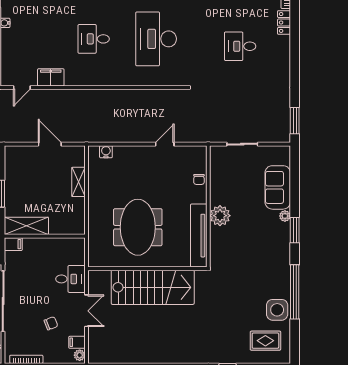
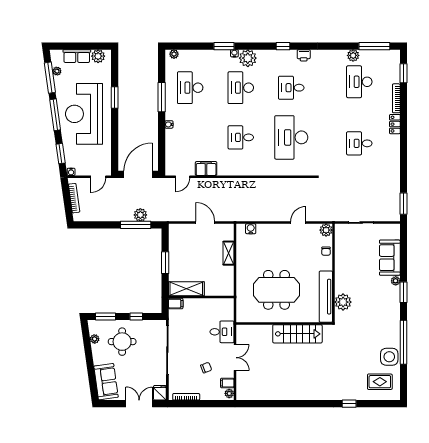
plant: (199, 153) -> (326, 230), added
plant: (220, 216) -> (343, 302), moved
meeting table: (138, 227) -> (276, 290), turned 90
stairs: (153, 287) -> (297, 334), width x0.73, depth x0.66

